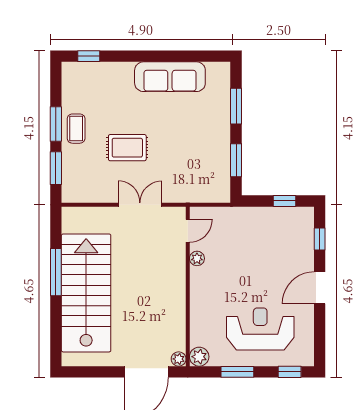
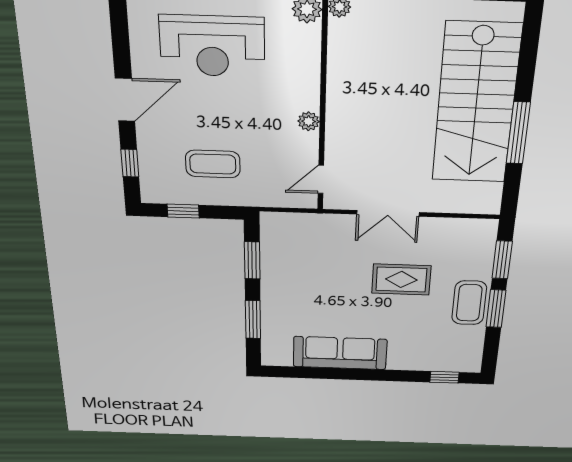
coffee table: (76, 129) -> (469, 303), width x1.36, depth x1.30
coffee table: (262, 240) -> (213, 164), added
plant: (197, 258) -> (309, 121), moved

